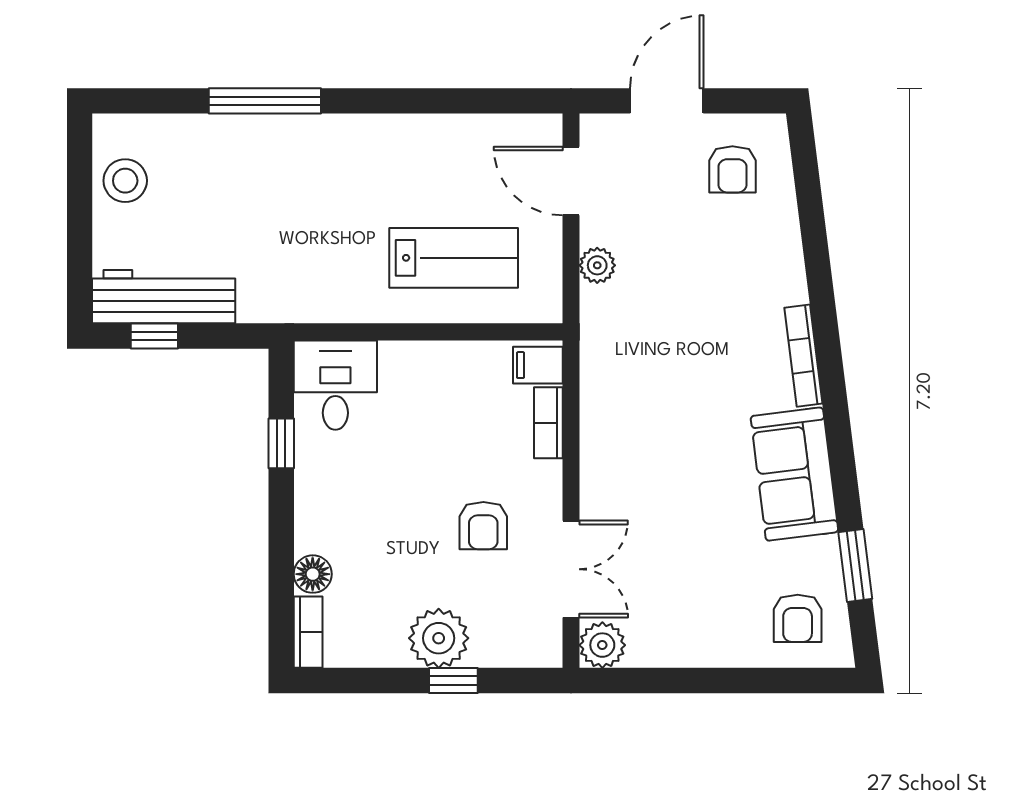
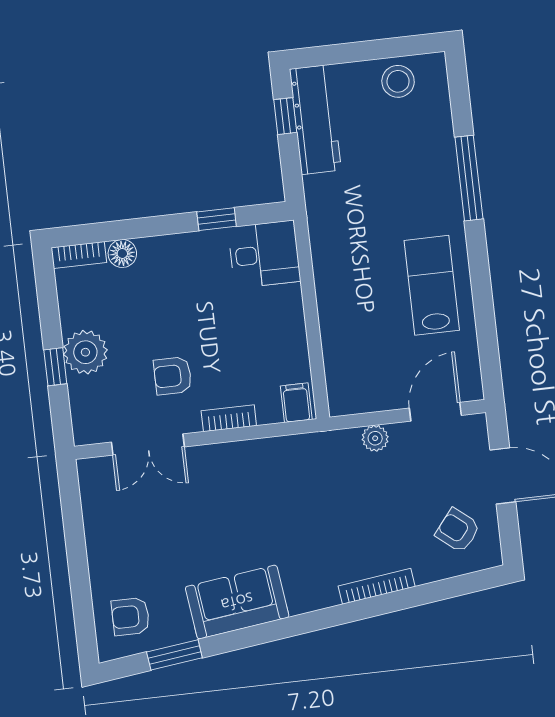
armchair: (732, 169) -> (458, 530), turned 39
lab bench: (454, 258) -> (432, 285), moved, turned 180
bookcase: (803, 356) -> (377, 586), moved
bookcase: (548, 423) -> (229, 418), moved
plant: (602, 645) -> (94, 474), removed

